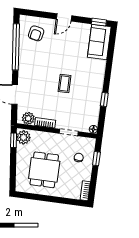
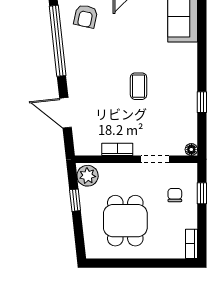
plant: (28, 118) -> (91, 146), removed
window: (14, 140) -> (75, 200), moved

